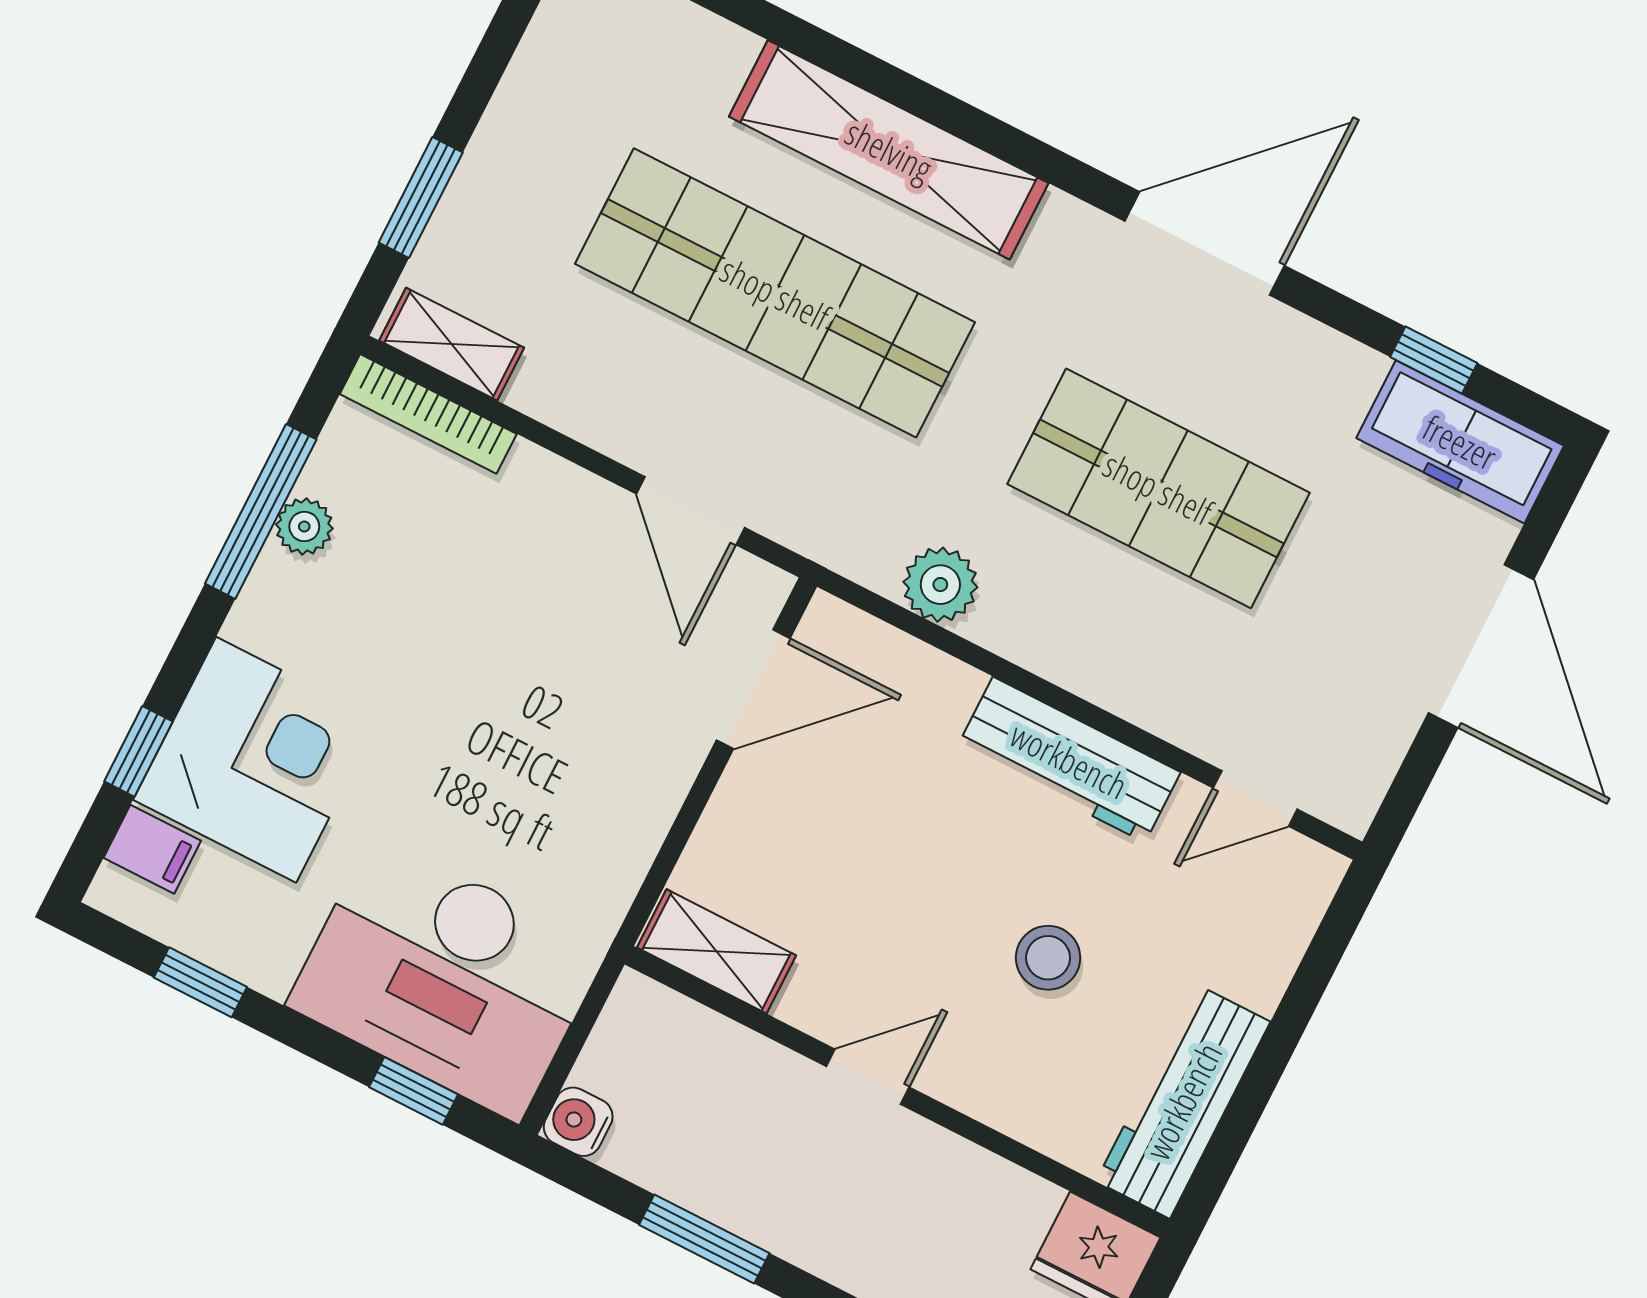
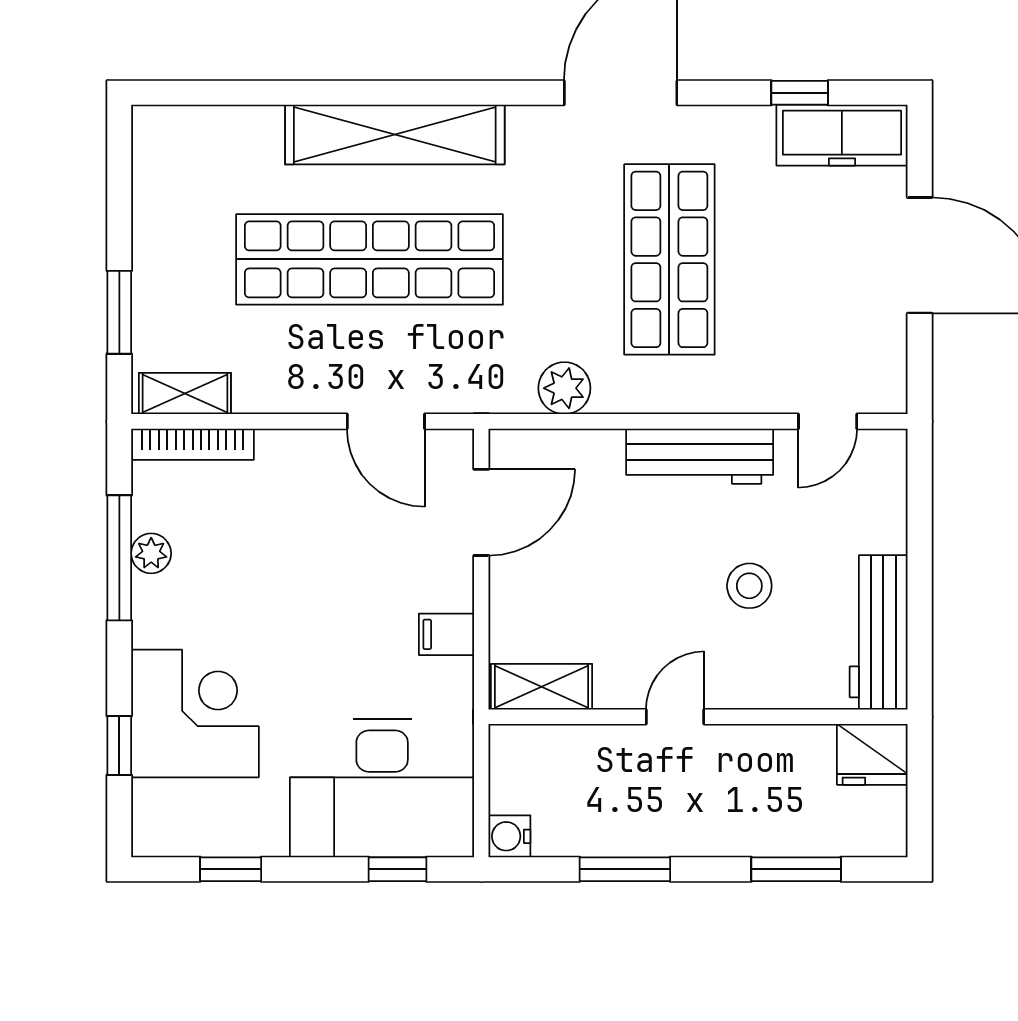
shop shelf: (1158, 488) -> (669, 259), turned 90
filing cabinet: (152, 849) -> (447, 634), moved, turned 180

